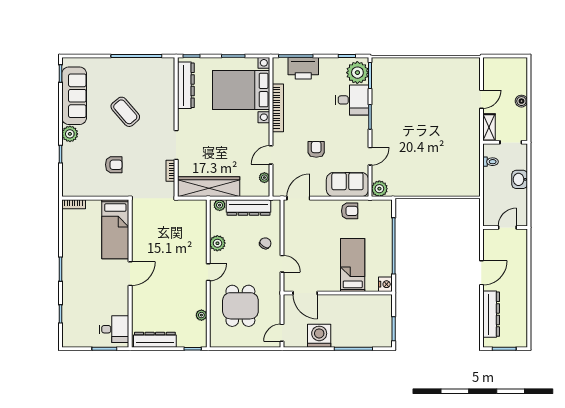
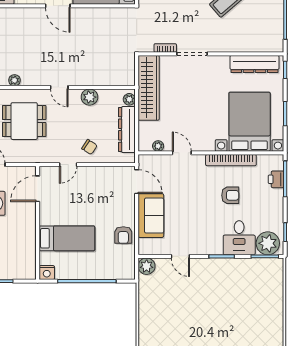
printer: (303, 68) -> (276, 179), width x0.53, depth x0.68
armchair: (316, 149) -> (230, 195), moved
sofa: (347, 185) -> (151, 216), moved

